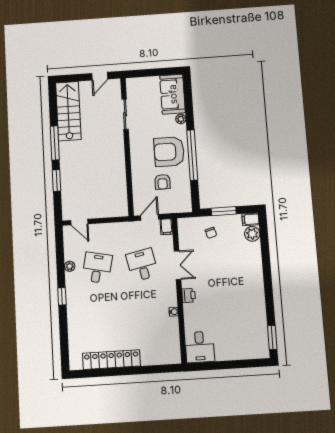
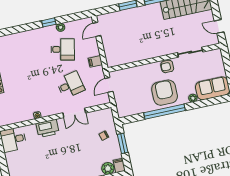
armchair: (162, 182) -> (167, 66), moved
door: (150, 217) -> (109, 85), swing flipped
filing cabinet: (166, 227) -> (95, 61), moved
window: (62, 296) -> (49, 22), moved
printer: (189, 296) -> (48, 128), width x1.87, depth x1.48

